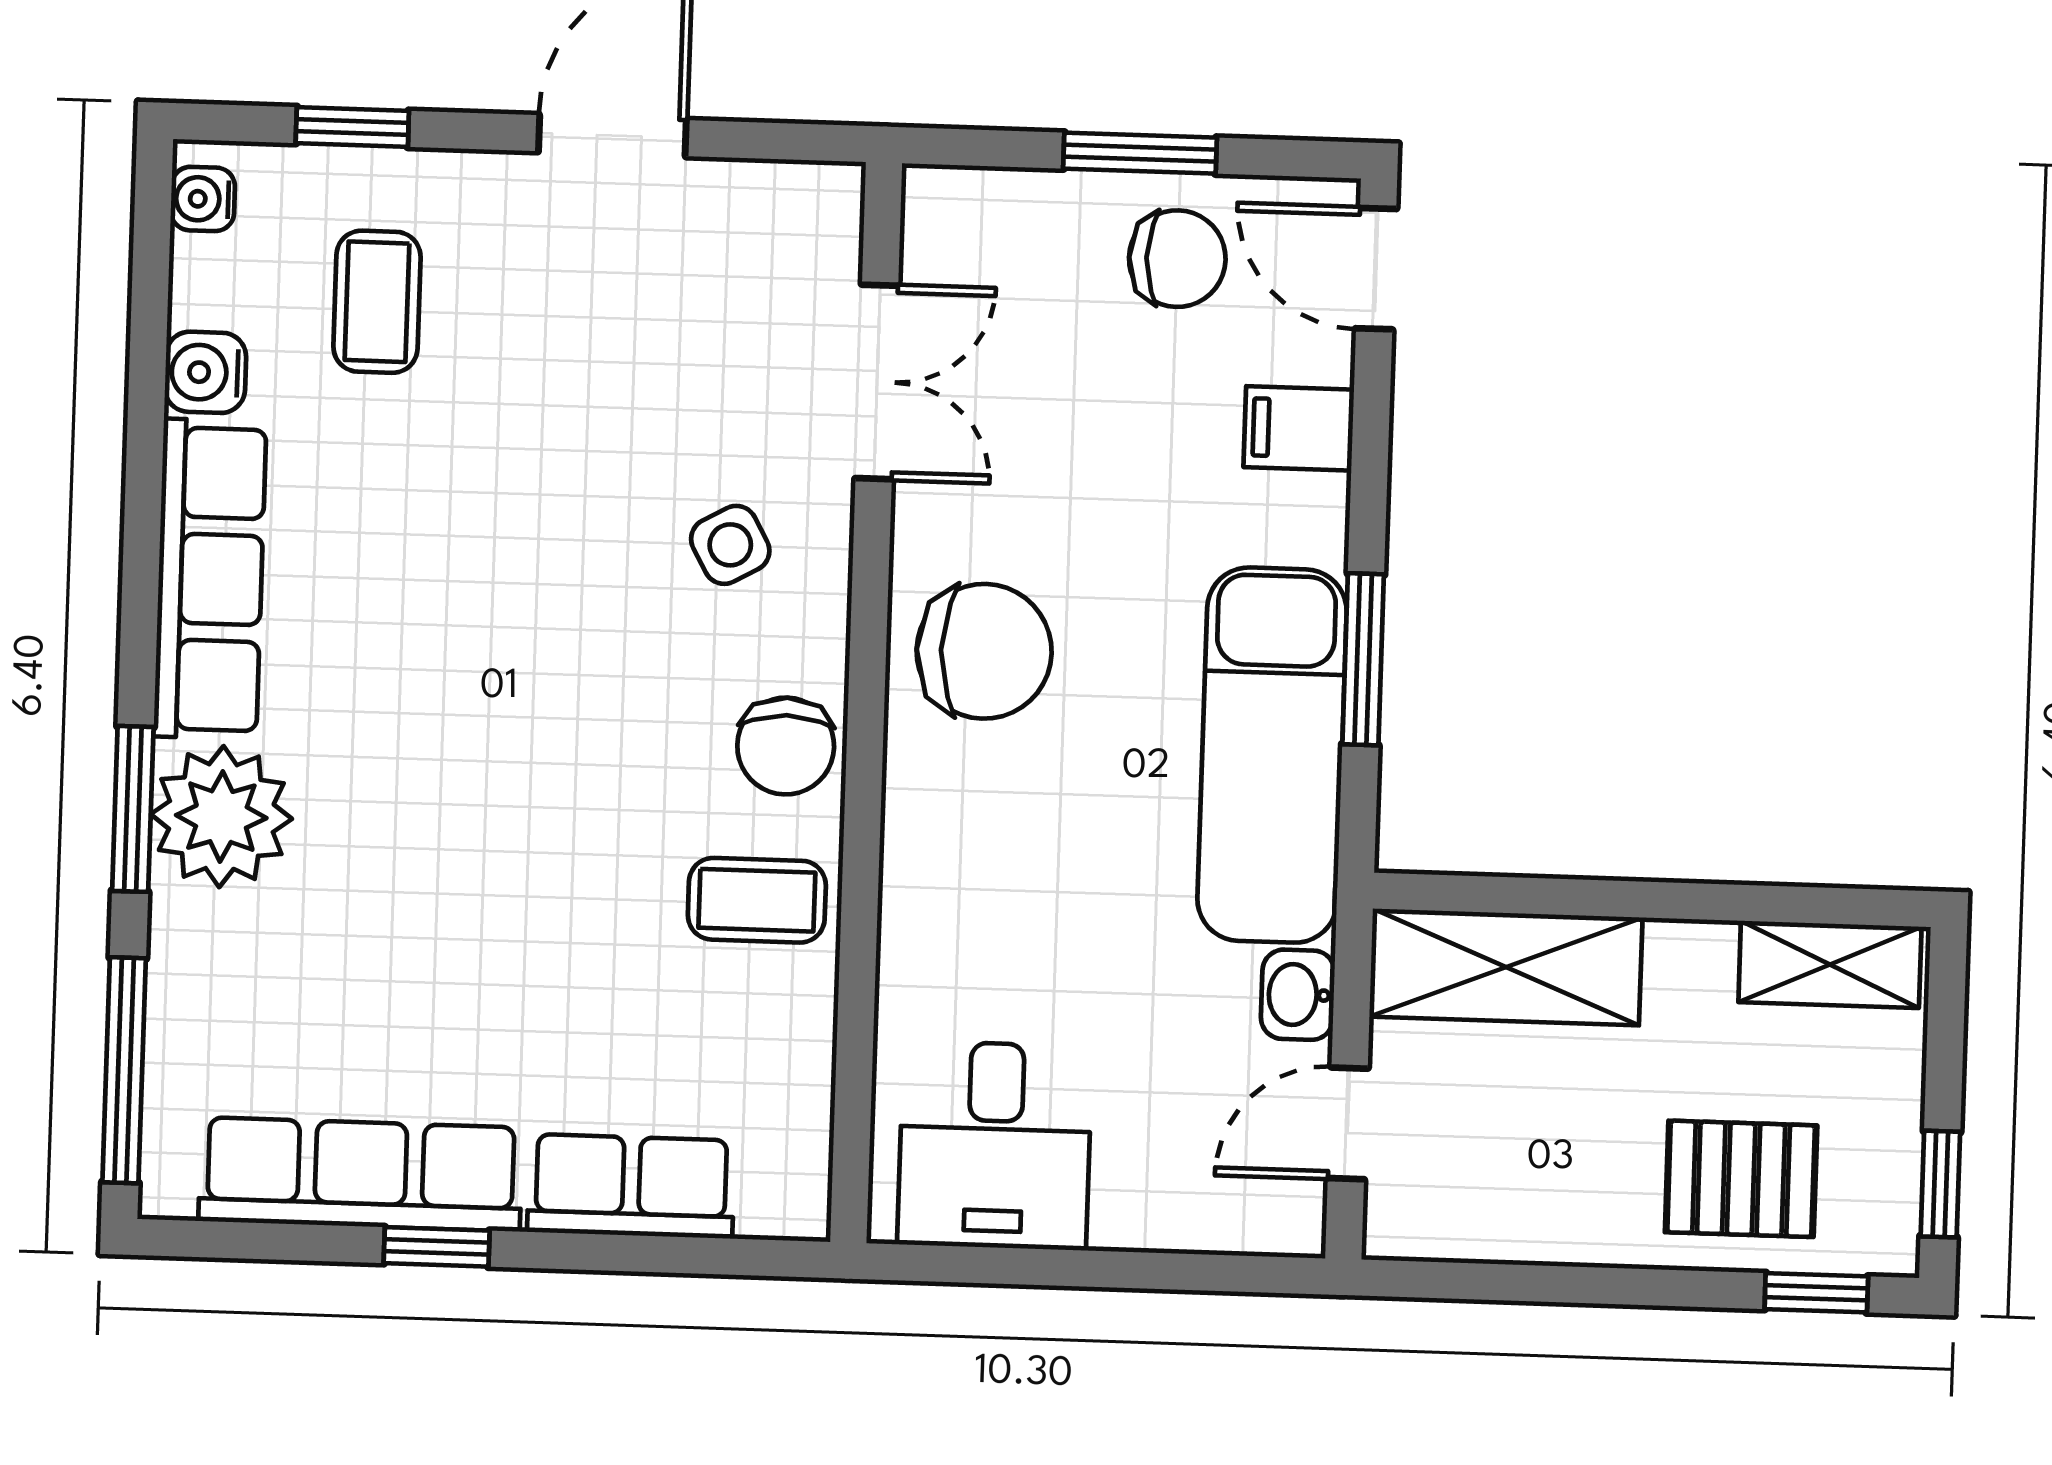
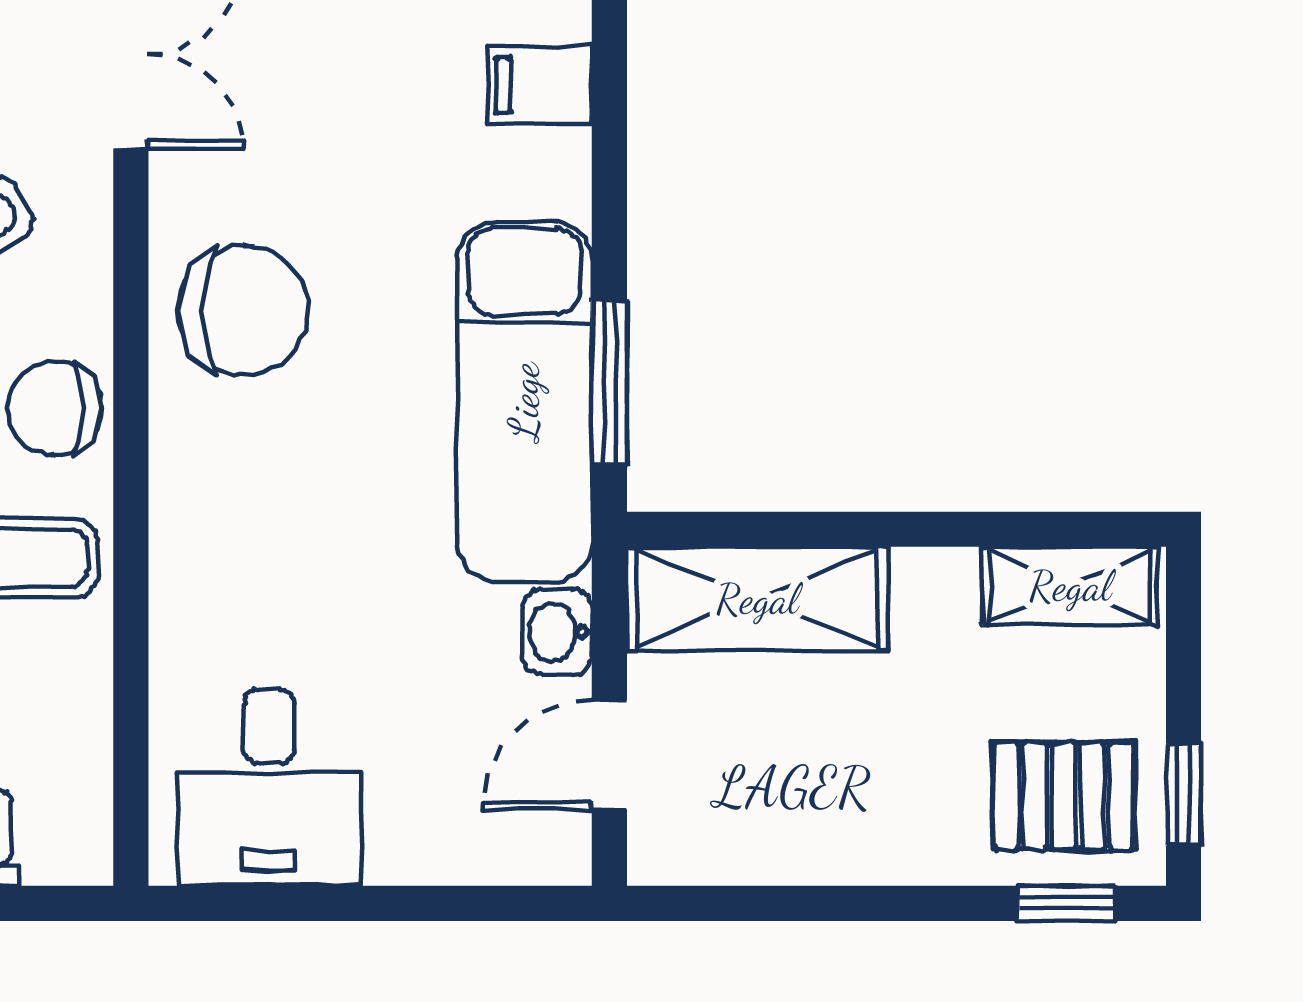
window: (1363, 659) -> (609, 383), moved
chair: (786, 746) -> (55, 408), turned 90
pallet: (1741, 1179) -> (1064, 796), moved

